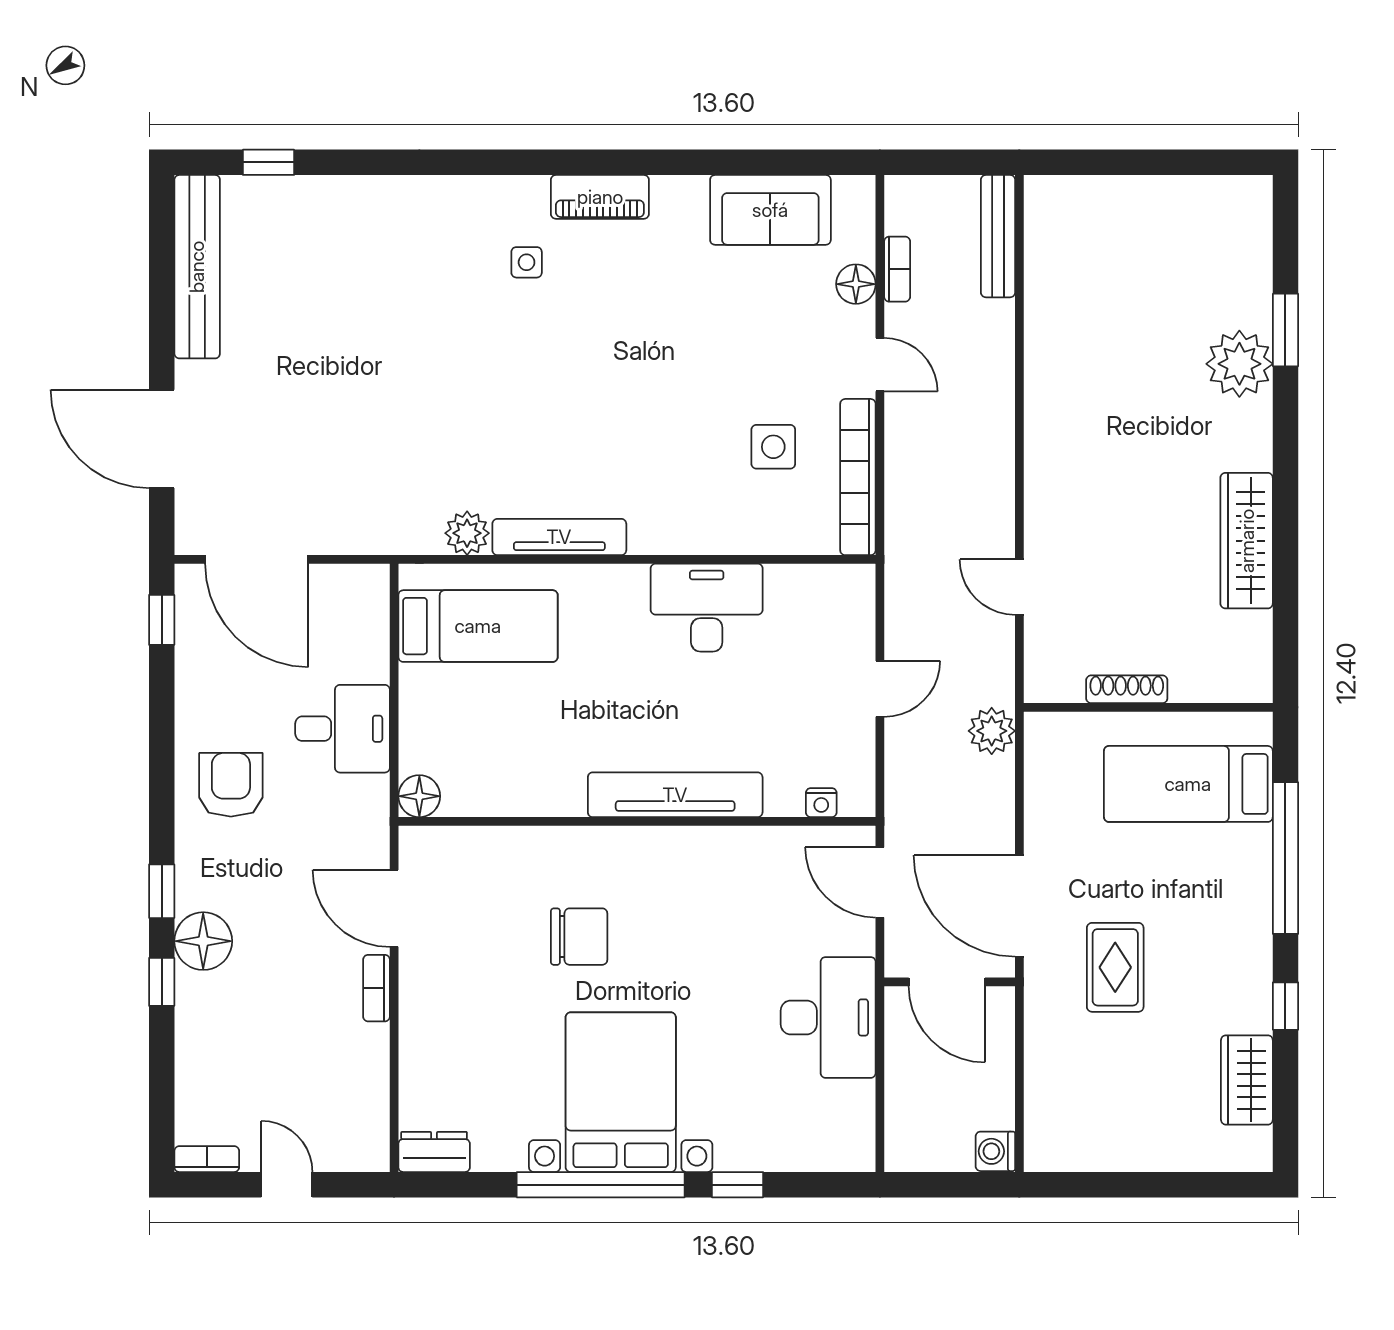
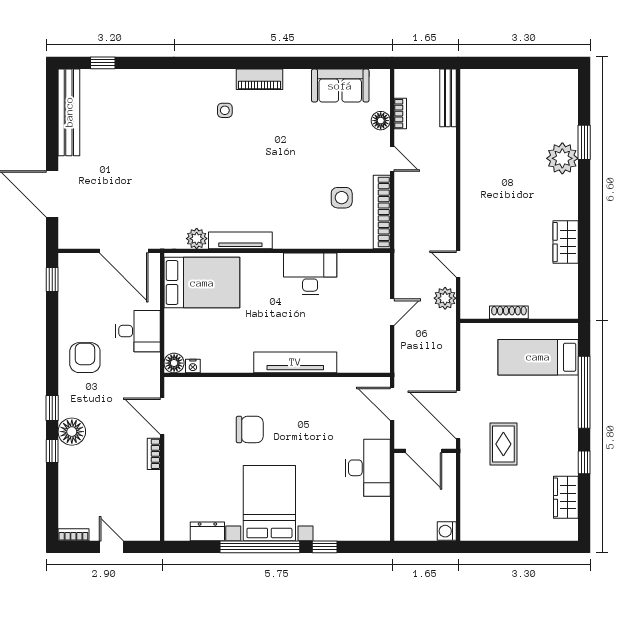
wardrobe: (1247, 541) -> (566, 242), width x0.67
door: (257, 559) -> (124, 251), moved
bed: (478, 626) -> (202, 283), width x1.50
plant: (992, 731) -> (445, 298), moved
nightstand: (821, 803) -> (193, 366), moved
dresser: (434, 1152) -> (207, 531), moved

